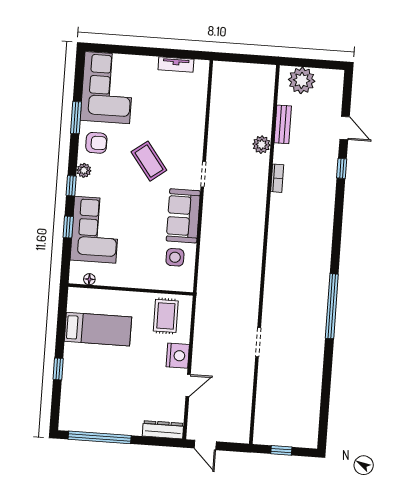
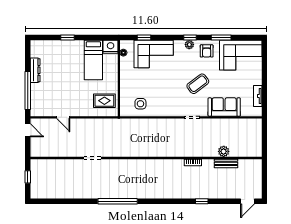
plant: (302, 80) -> (254, 173), removed
door: (345, 128) -> (248, 201), moved
plant: (261, 145) -> (224, 151), moved
window: (71, 186) -> (190, 38), moved
sofa: (183, 216) -> (224, 107), moved
window: (68, 227) -> (144, 38), moved
nightstand: (178, 356) -> (111, 47), moved, turned 180
dresser: (163, 430) -> (35, 70), moved
window: (100, 437) -> (28, 91), moved
door: (205, 445) -> (28, 130), swing flipped

